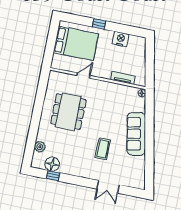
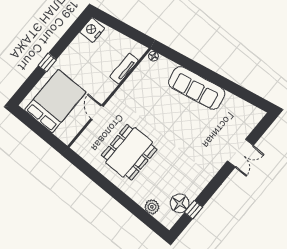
nightstand: (121, 39) -> (92, 30), moved
dining table: (68, 112) -> (129, 152), turned 90
coffee table: (103, 149) -> (193, 136), removed

